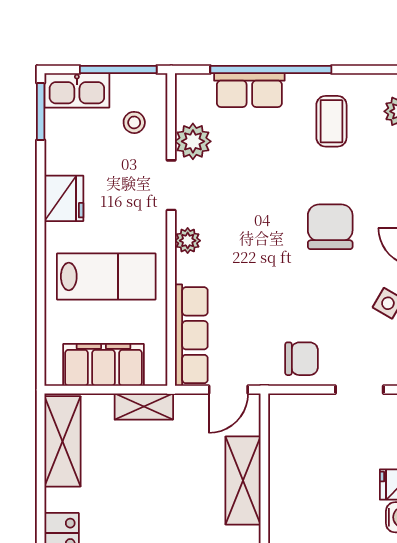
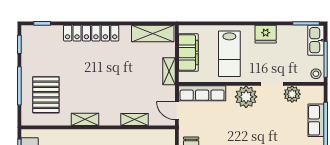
stool: (134, 122) -> (316, 74), moved
plant: (188, 241) -> (246, 97), width x1.88, depth x1.88
shelving: (243, 481) -> (135, 119), width x0.67, depth x0.75

